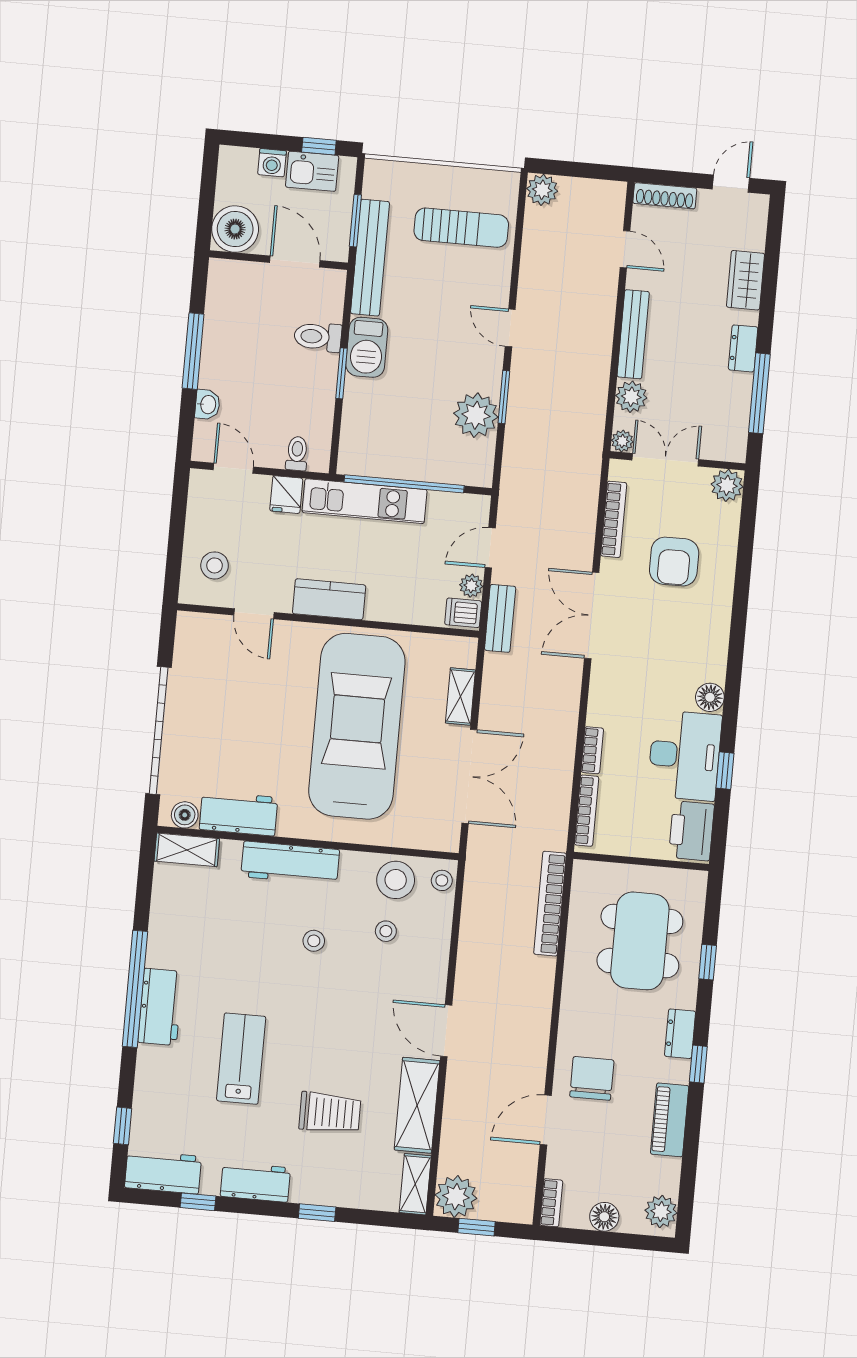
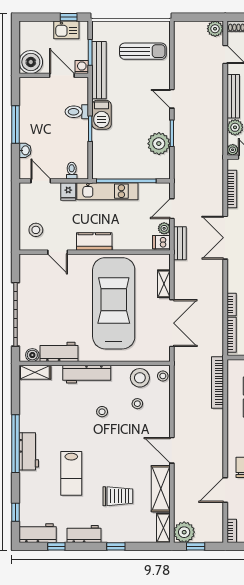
washing machine: (272, 163) -> (82, 67), moved, turned 180
plant: (542, 190) -> (215, 29), moved
lab bench: (241, 1059) -> (71, 473), turned 180

